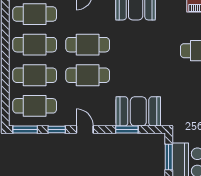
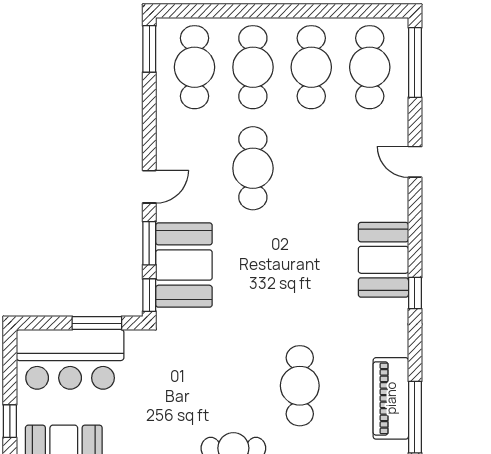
cafe table: (88, 45) -> (311, 168), removed
window: (57, 130) -> (149, 295), moved
door: (85, 130) -> (149, 187), moved

